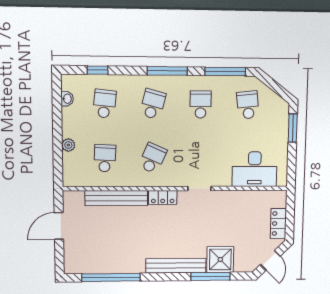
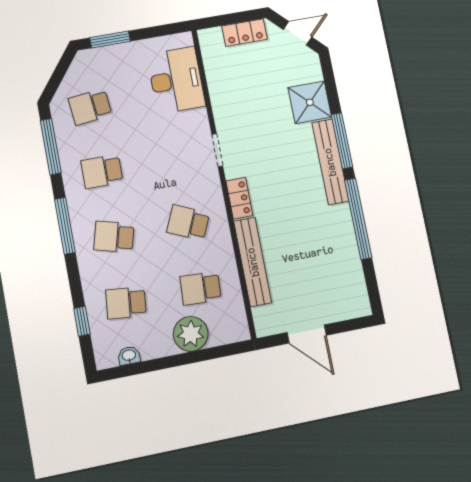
plant: (68, 145) -> (191, 334), width x1.87, depth x1.87
window: (210, 276) -> (342, 141), moved
window: (111, 277) -> (358, 219), moved

